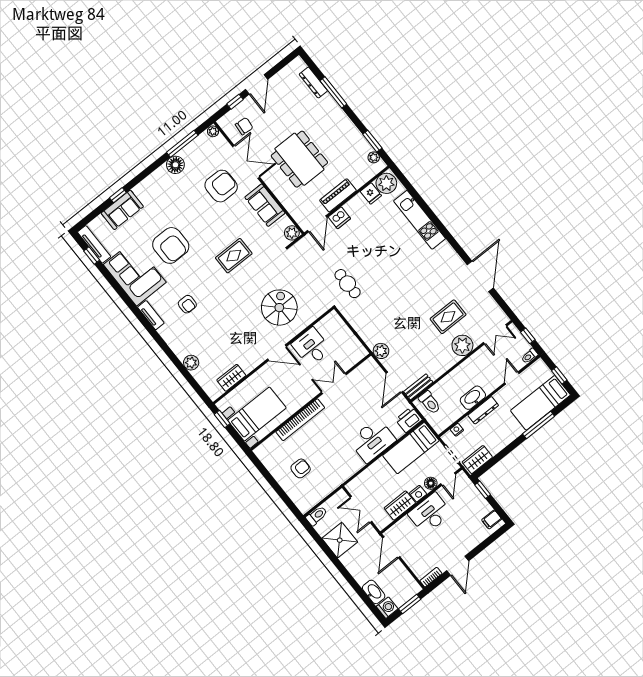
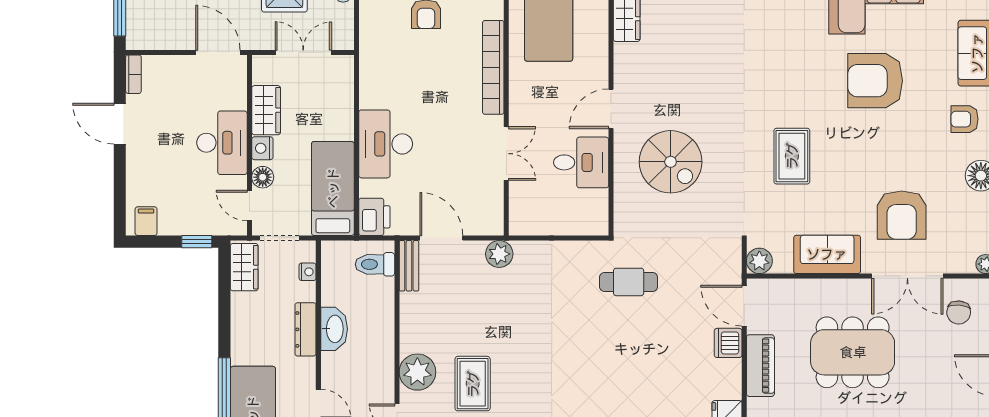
armchair: (187, 304) -> (965, 119), moved

